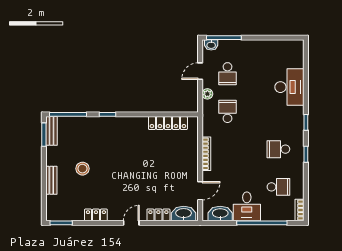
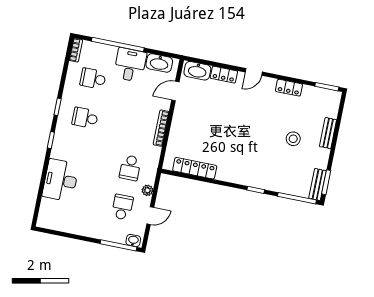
school desk: (278, 149) -> (85, 118), turned 180

